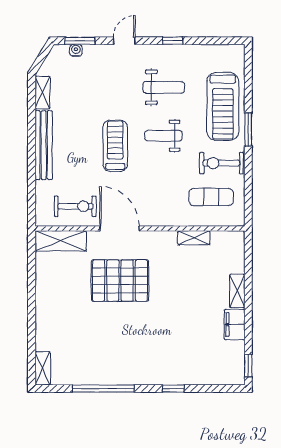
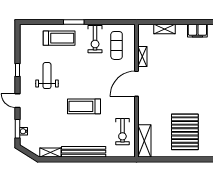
treadmill: (223, 106) -> (59, 38), width x0.73, depth x0.73
weight bench: (163, 136) -> (78, 76), removed
exercise bike: (75, 206) -> (122, 132), turned 180
door: (120, 228) -> (136, 84), moved
pallet: (120, 281) -> (185, 132), moved
shelving: (237, 291) -> (165, 29), moved

